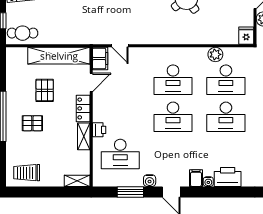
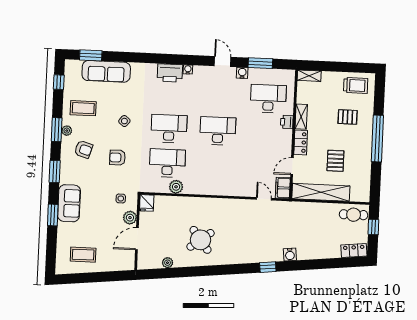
desk: (173, 80) -> (216, 165), removed
pallet: (32, 123) -> (348, 117), moved
filing cabinet: (196, 178) -> (199, 73), removed

